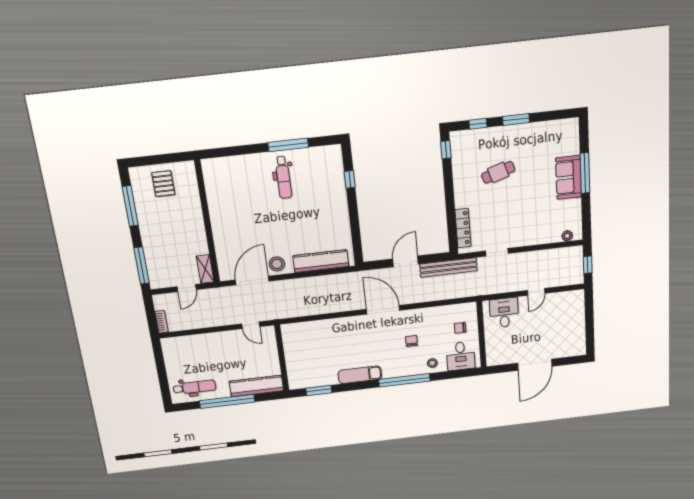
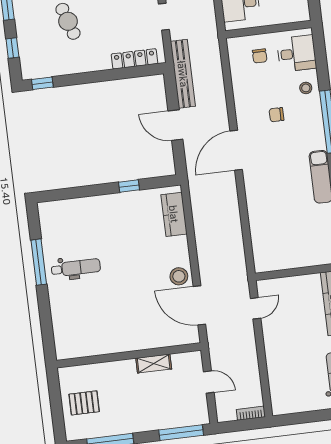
window: (350, 179) -> (129, 186), moved
kitchen counter: (321, 261) -> (174, 214), width x0.67
shelving: (205, 269) -> (154, 363), moved

